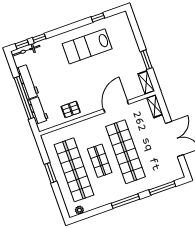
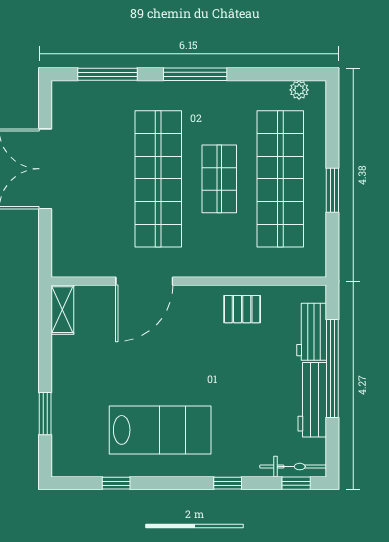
window: (39, 38) -> (228, 483), moved
window: (146, 60) -> (45, 414), moved
shelving: (155, 106) -> (62, 253), removed

